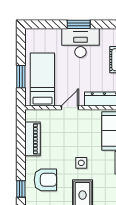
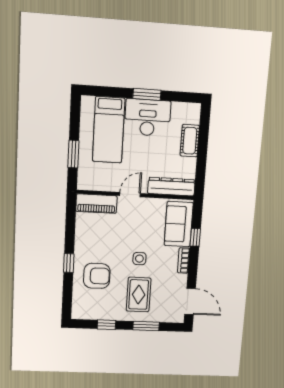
bed: (42, 80) -> (109, 130), moved, turned 180
piano: (33, 139) -> (96, 204), moved, turned 90
window: (21, 189) -> (69, 263), moved

